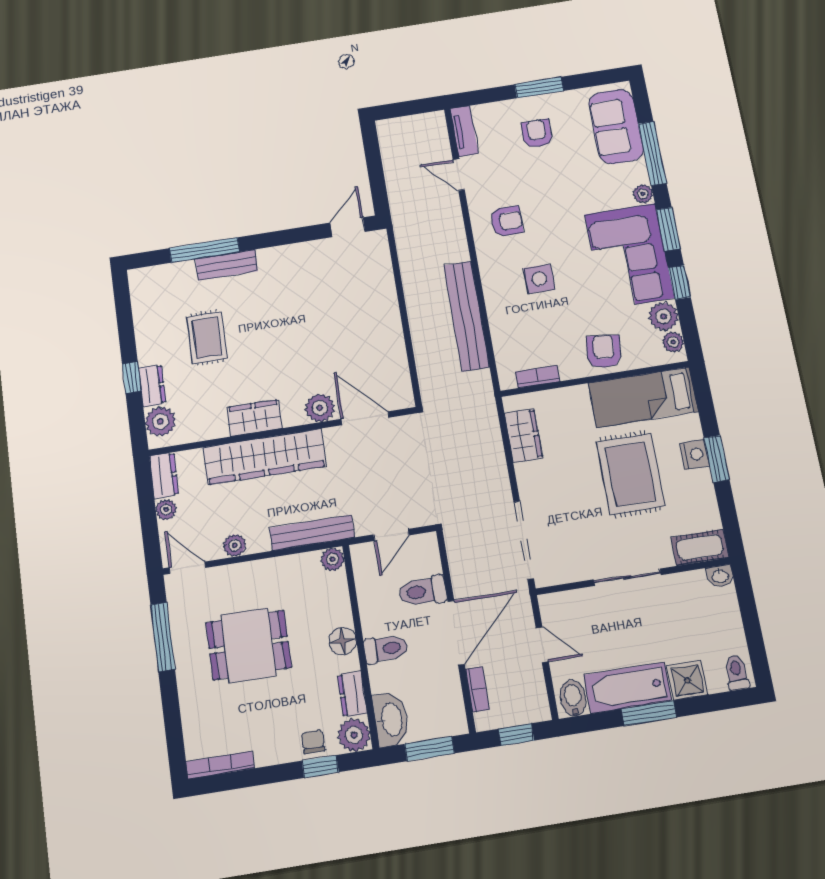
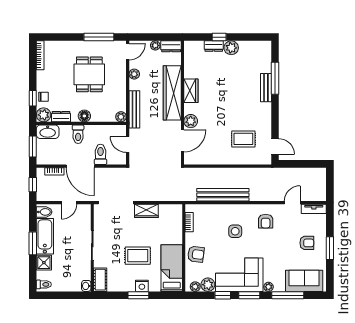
rug: (207, 338) -> (243, 139), moved
plant: (160, 421) -> (231, 48), moved
wardrobe: (523, 435) -> (146, 211), moved
rug: (631, 474) -> (138, 256), width x0.73, depth x0.70

